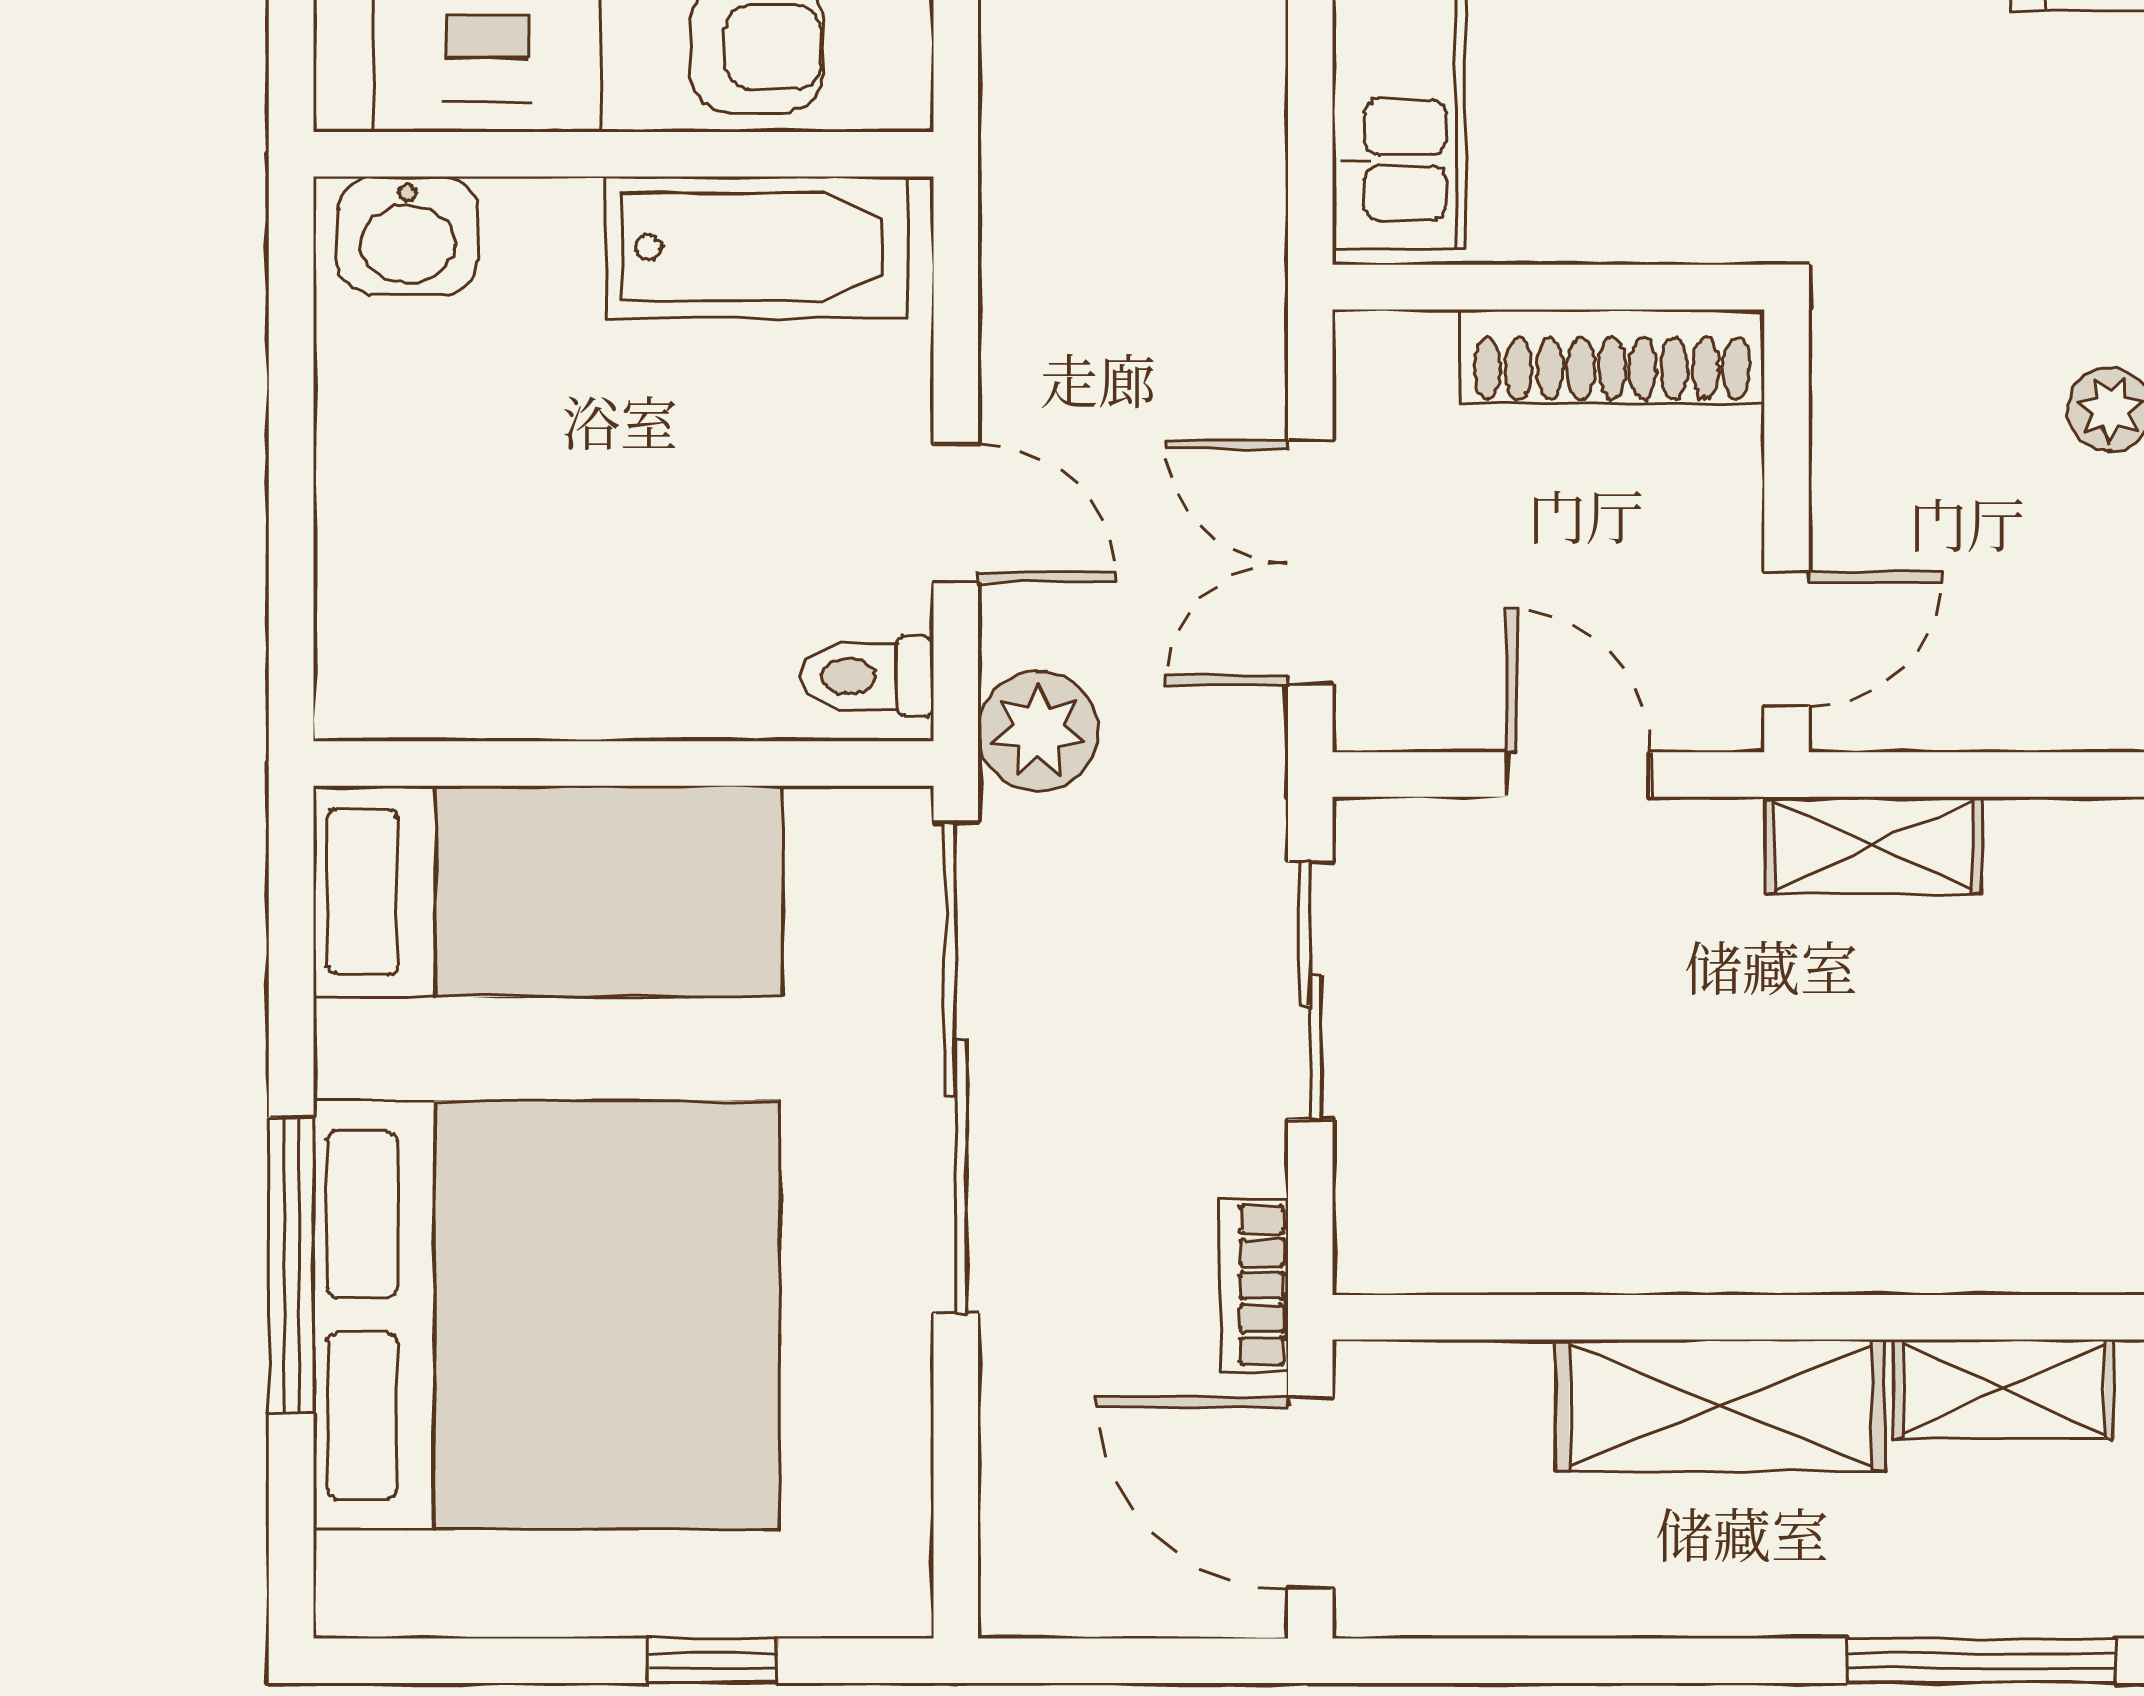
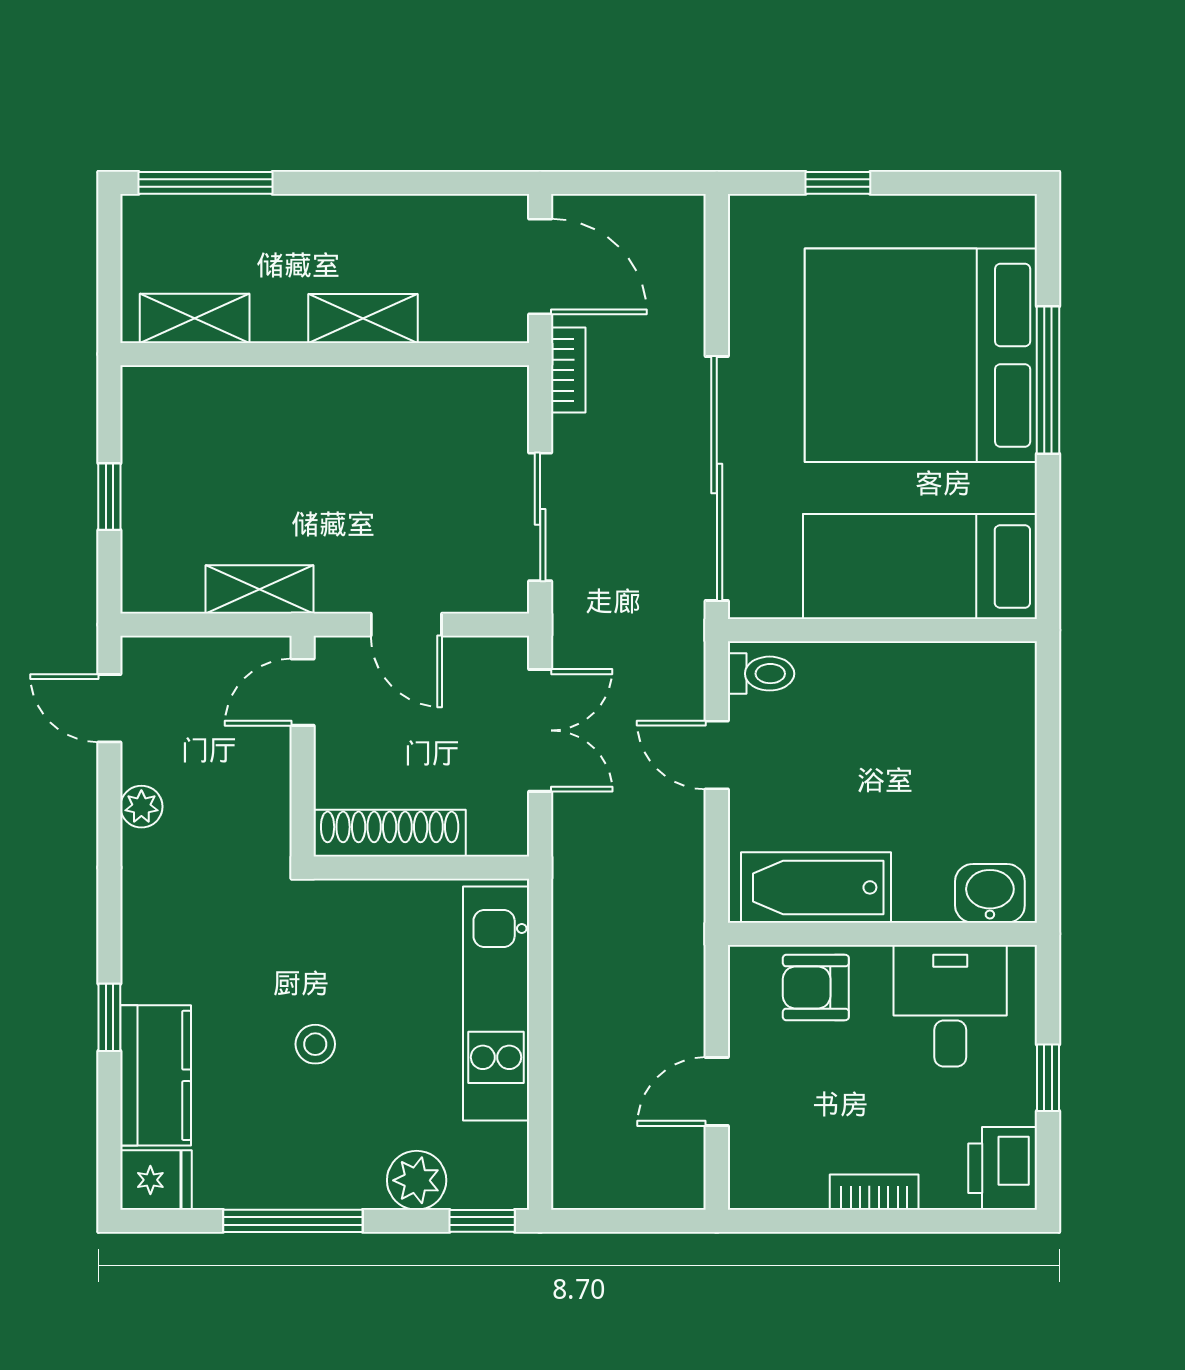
plant: (1038, 731) -> (676, 646), removed
shelving: (1720, 1405) -> (363, 318), width x0.67, depth x0.75

